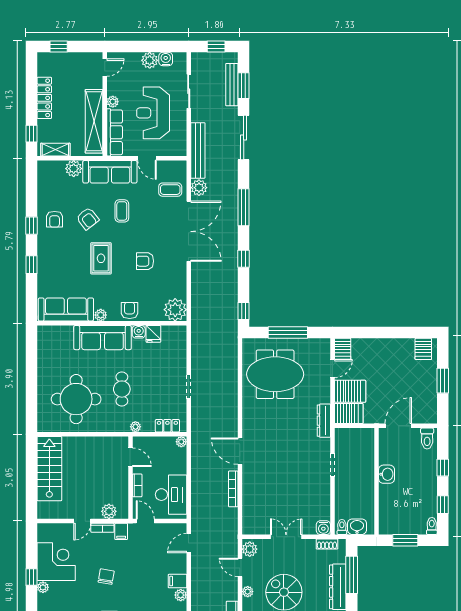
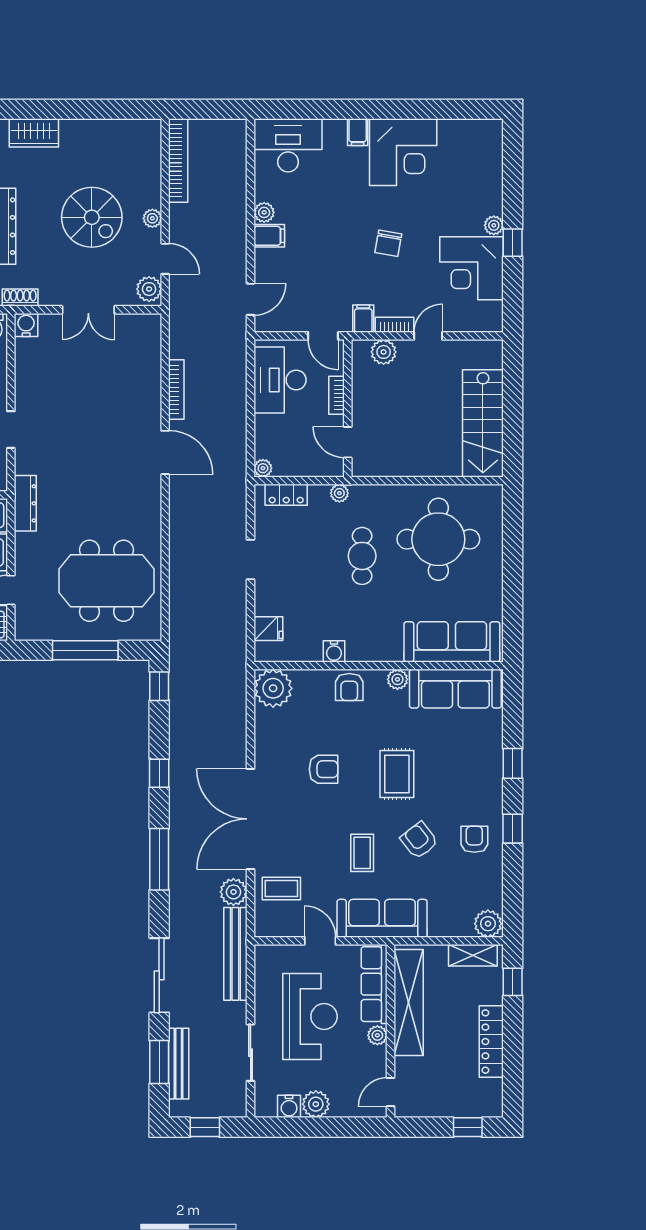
plant: (74, 169) -> (488, 924), moved
fridge: (153, 334) -> (268, 629), moved, turned 90
sofa: (102, 338) -> (452, 642), moved

